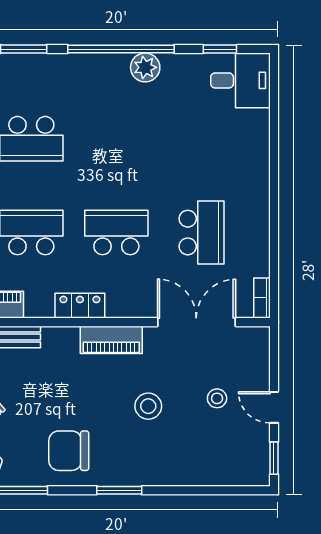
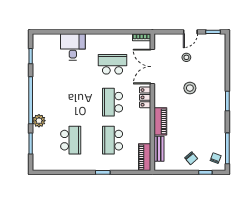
plant: (145, 67) -> (39, 121), moved
desk: (240, 80) -> (73, 47), moved
locker: (80, 306) -> (145, 97), moved
piano: (111, 340) -> (160, 121), moved
chair: (69, 451) -> (210, 123), removed

